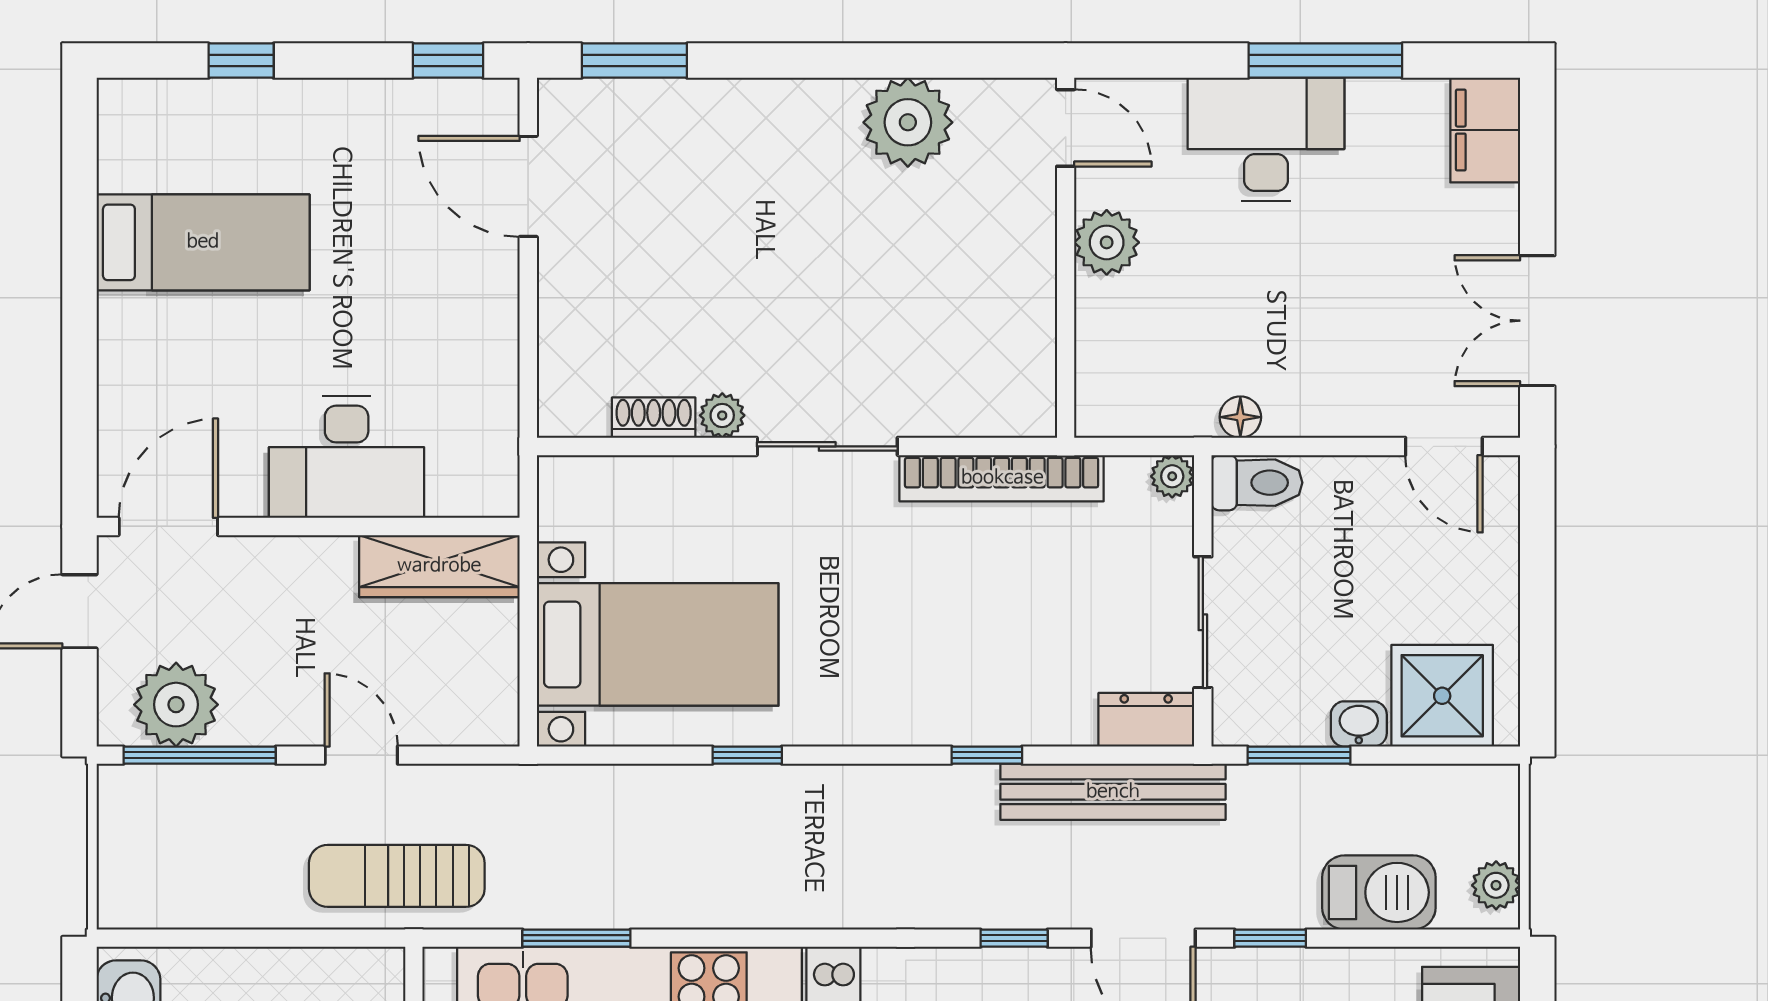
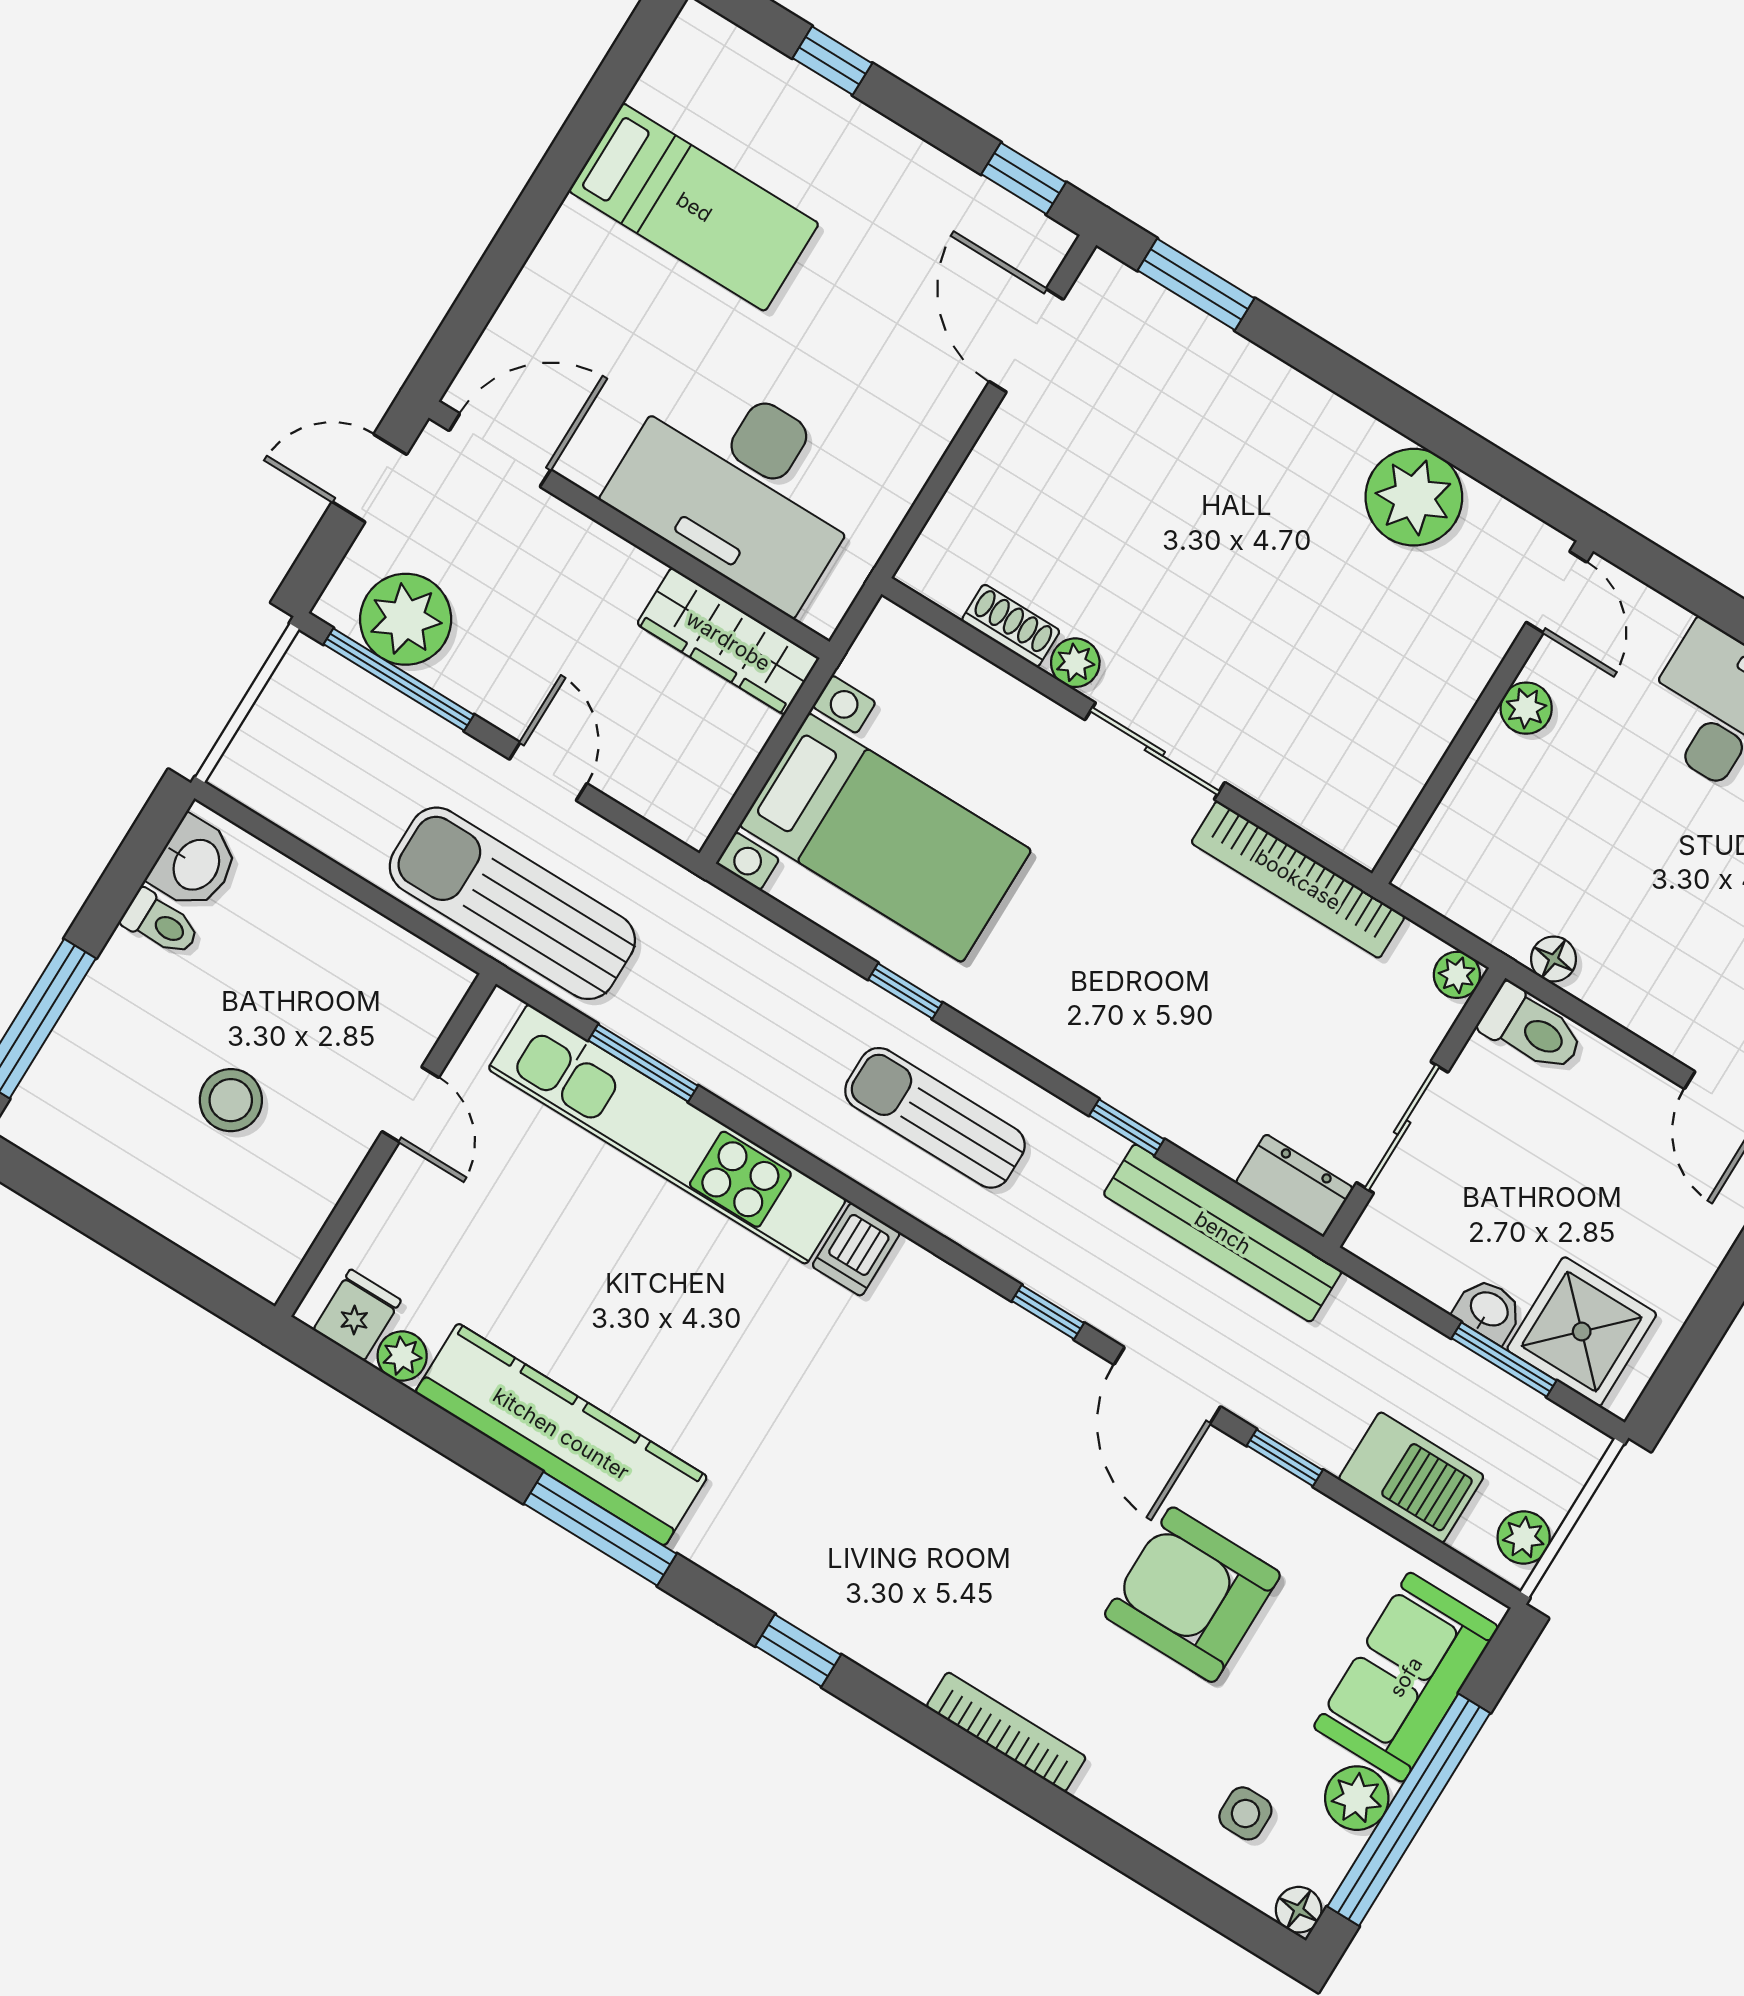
plant: (1107, 242) -> (1526, 708), width x0.73, depth x0.73
desk: (347, 457) -> (741, 486), width x1.36, depth x1.30
window: (1299, 755) -> (1504, 1359), moved
sun lounger: (832, 840) -> (935, 1118), added
sun lounger: (397, 876) -> (512, 903), width x1.36, depth x1.34

